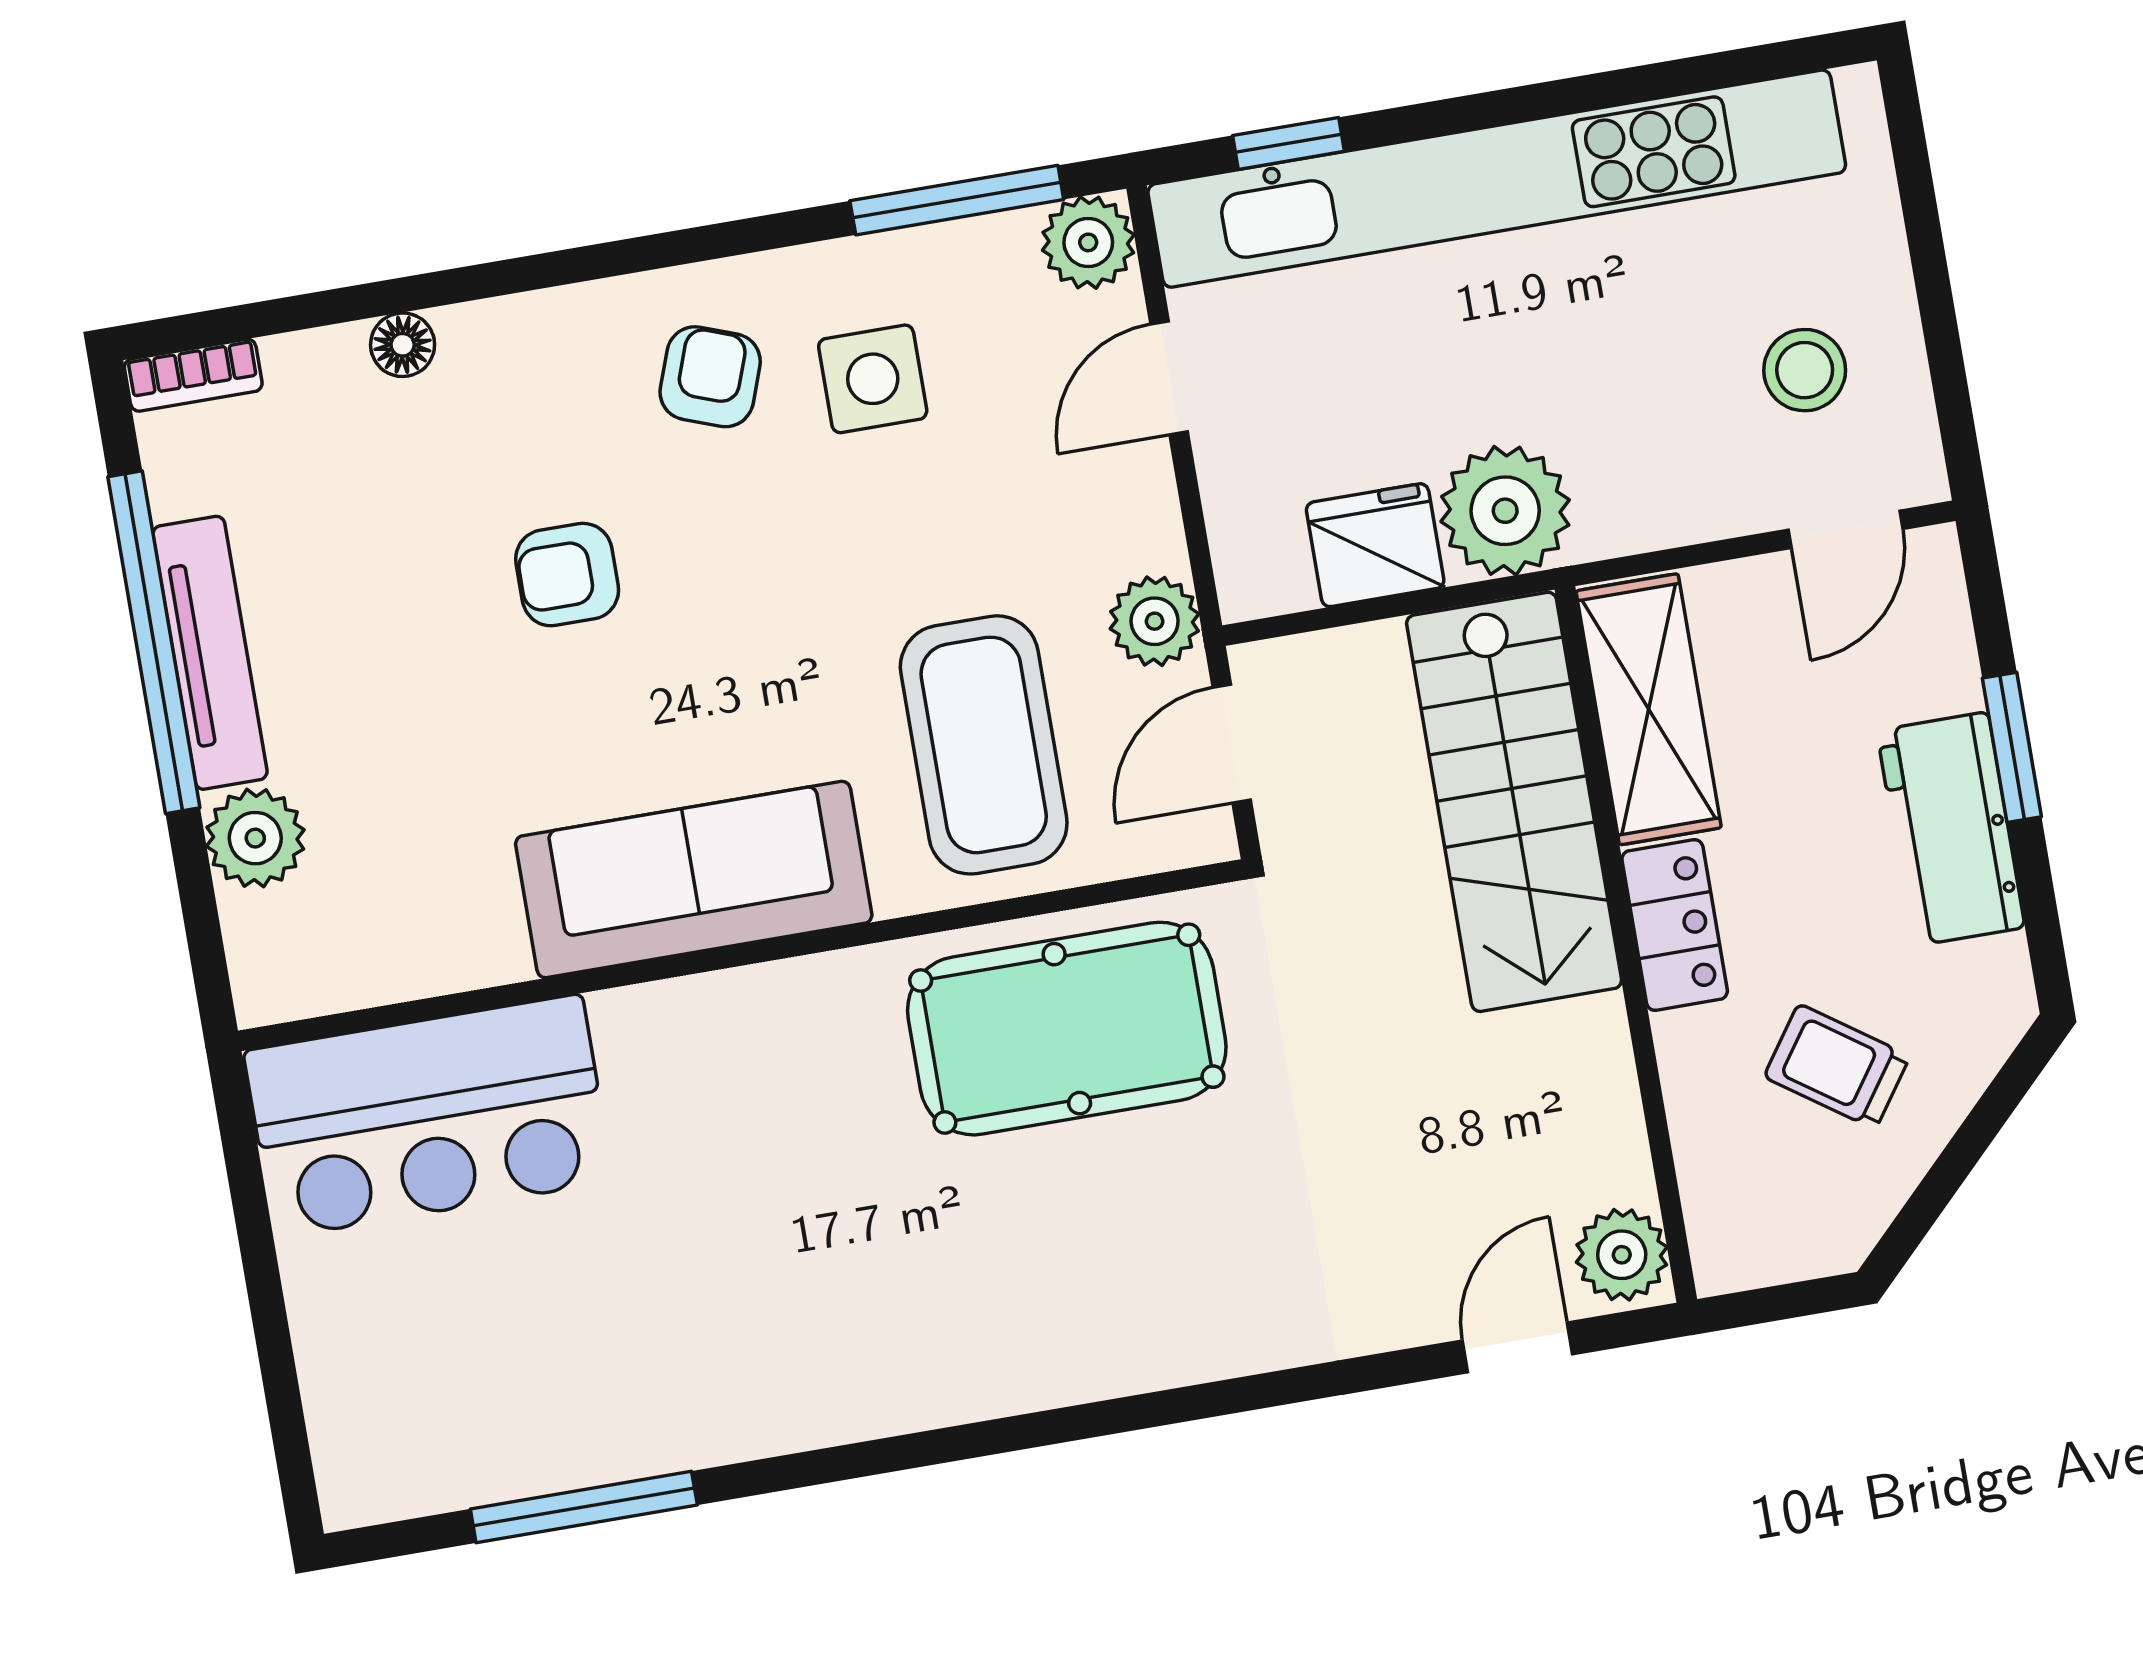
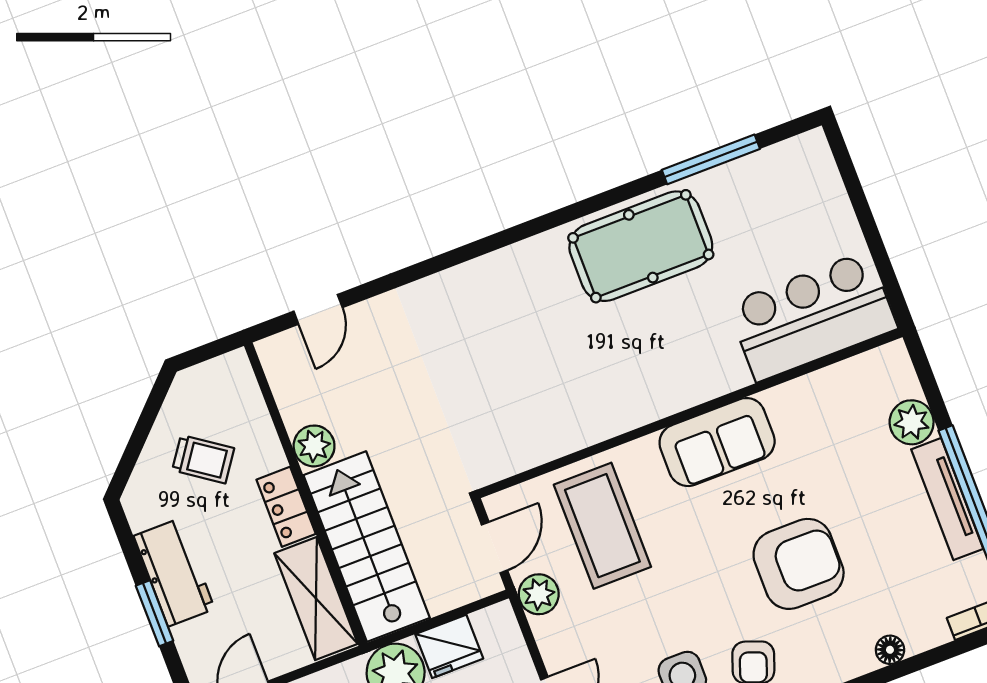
armchair: (567, 575) -> (799, 564), width x1.88, depth x1.88
sofa: (694, 880) -> (717, 442), width x0.73
pool table: (1067, 1029) -> (641, 246), moved
plant: (1622, 1255) -> (314, 446), moved

